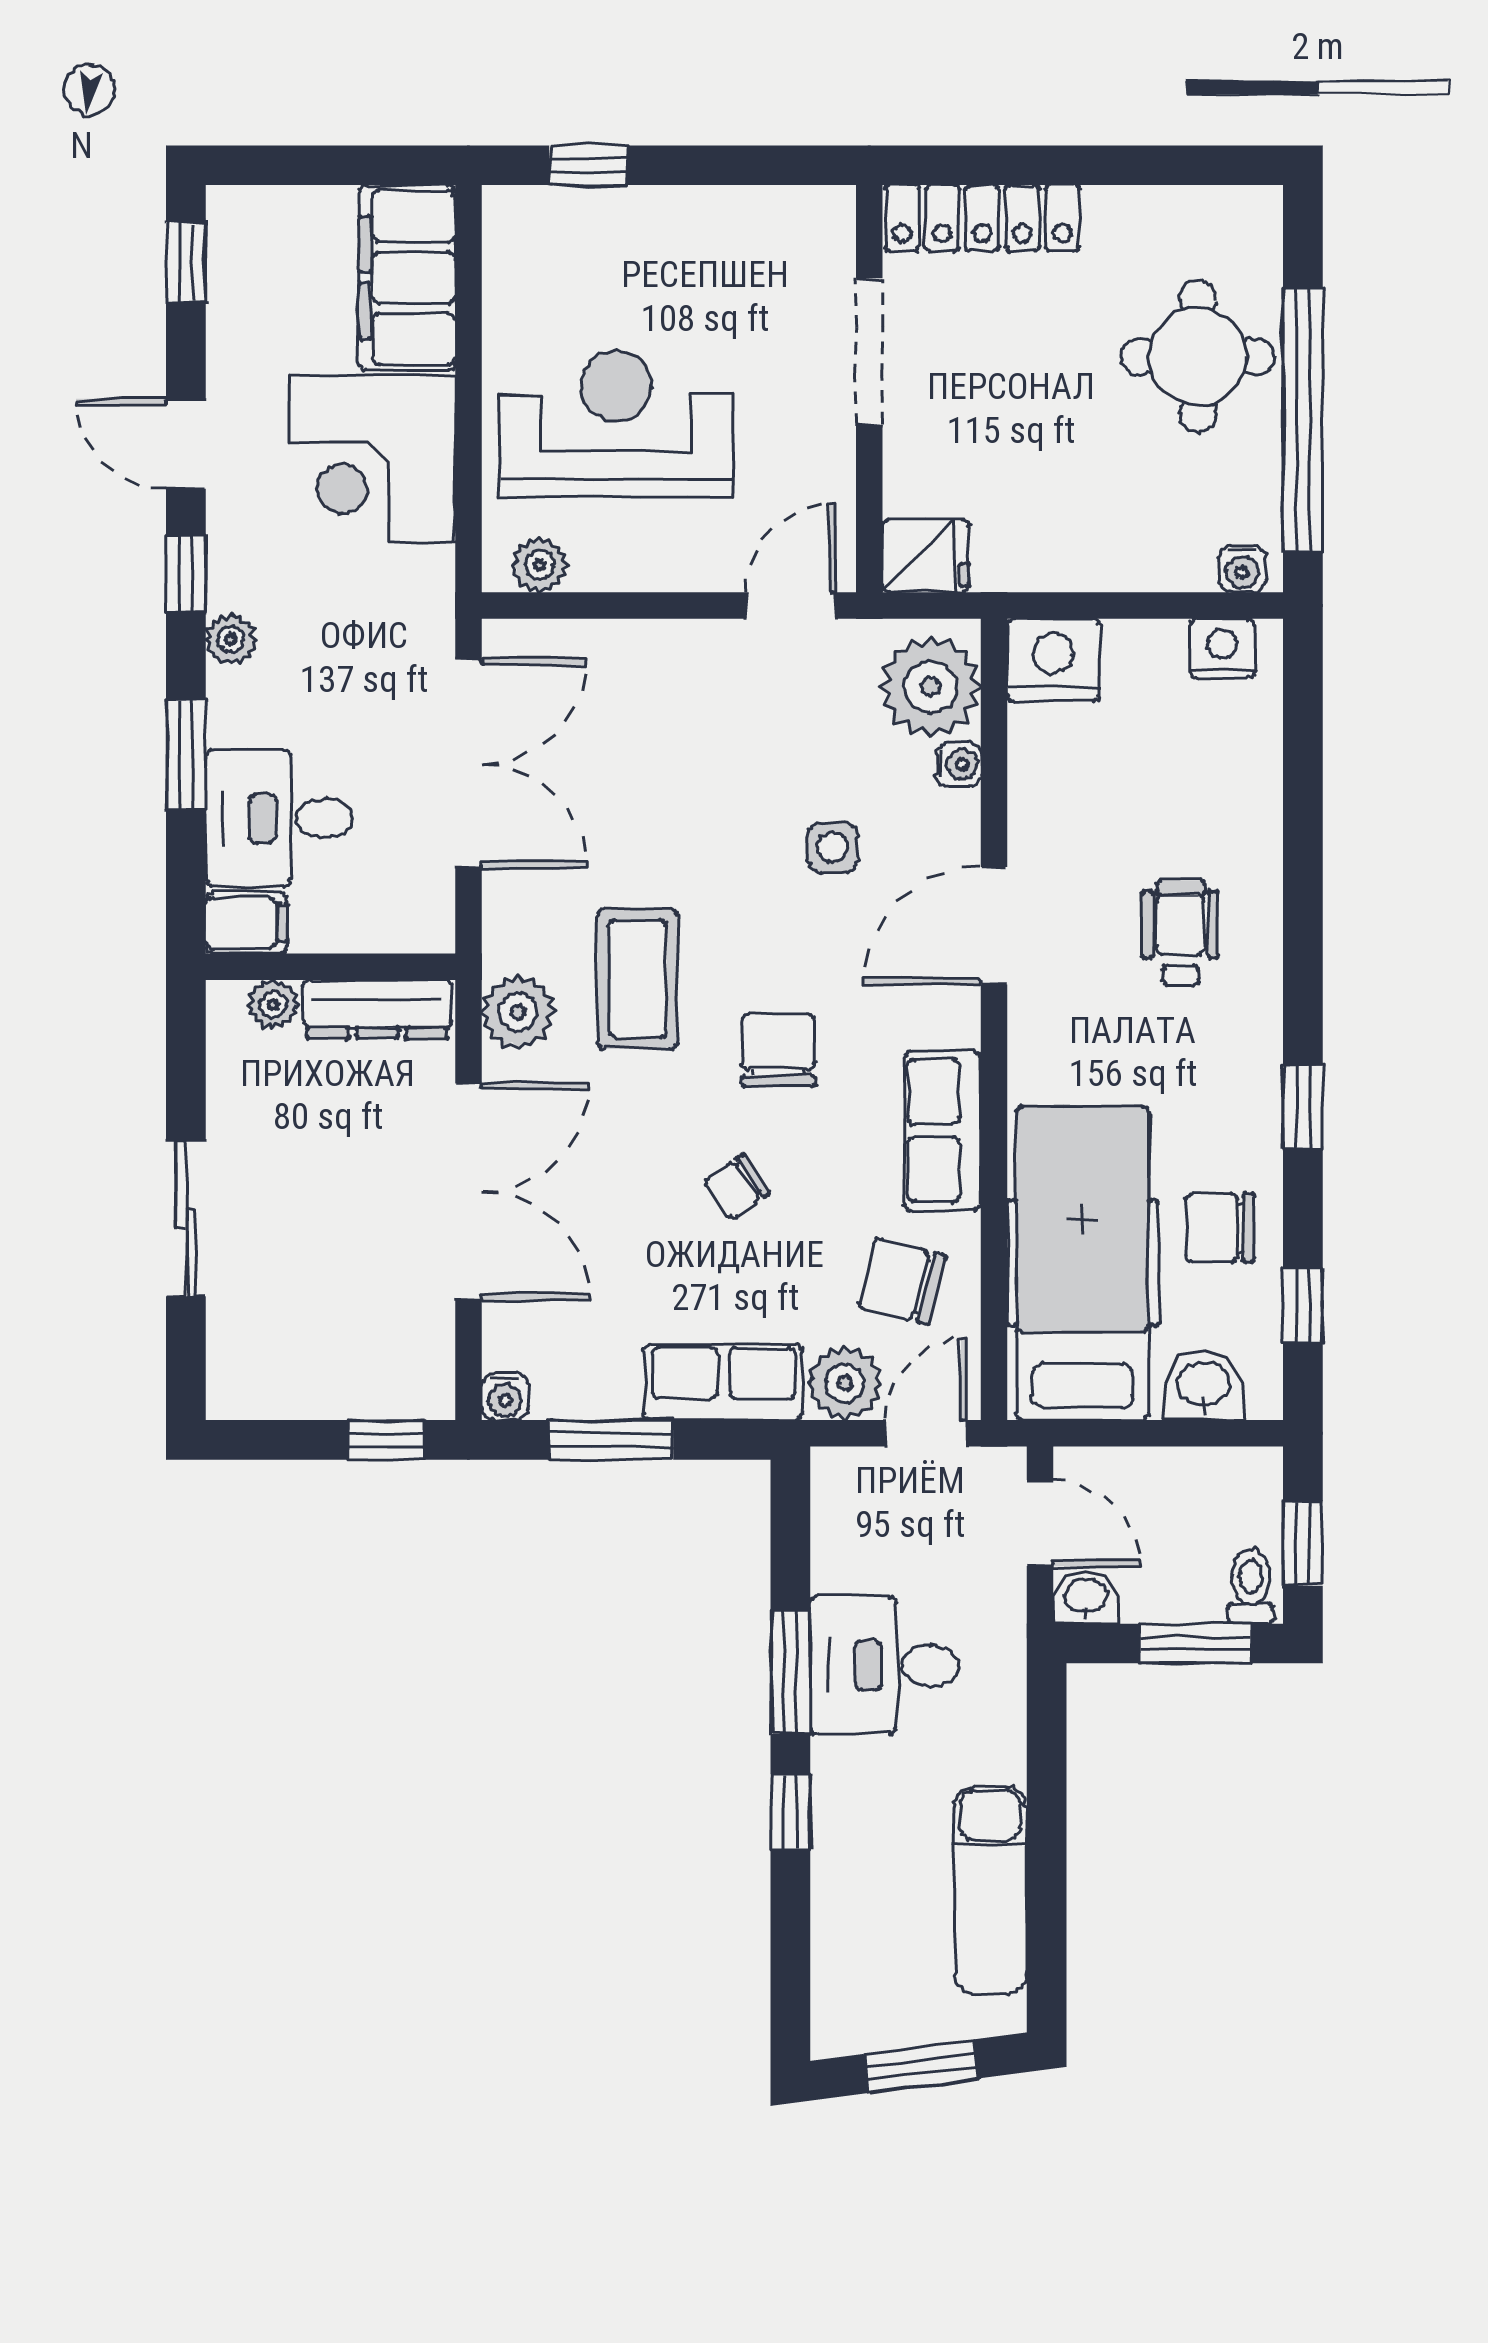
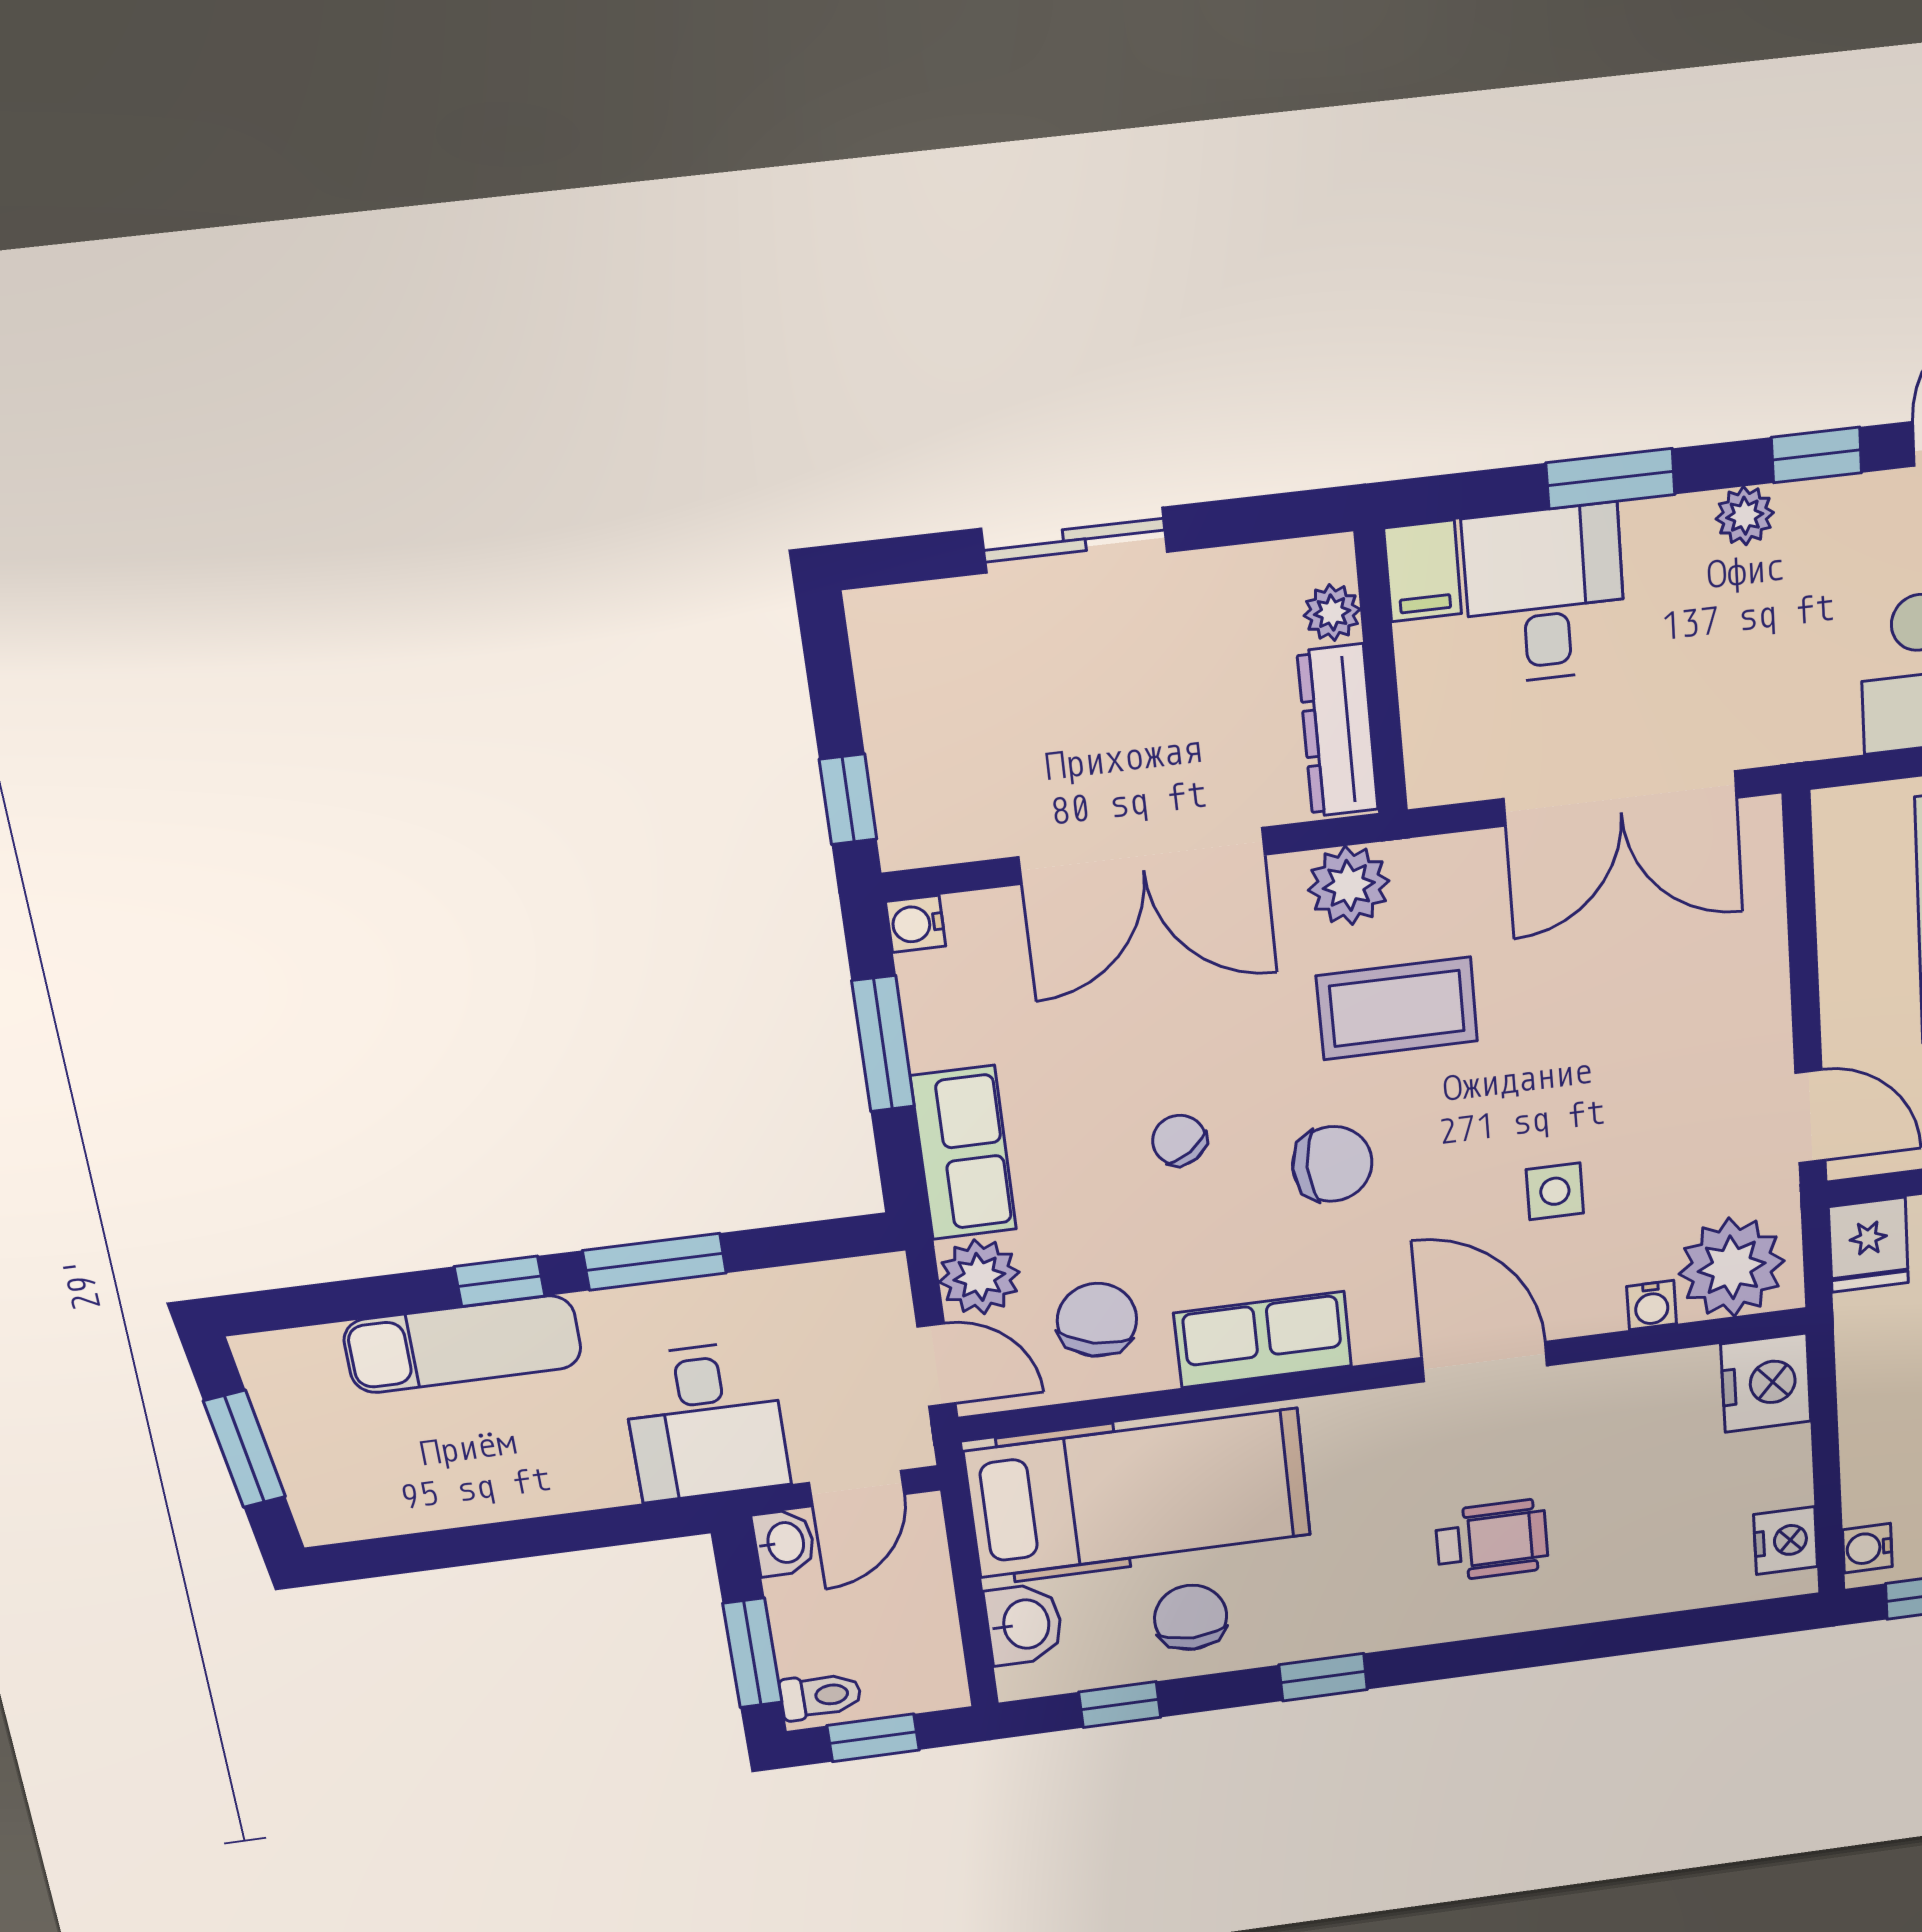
plant: (540, 565) -> (1843, 849), removed
desk: (884, 1665) -> (705, 1421), moved, turned 180
exam couch: (990, 1890) -> (463, 1344), moved, turned 180

